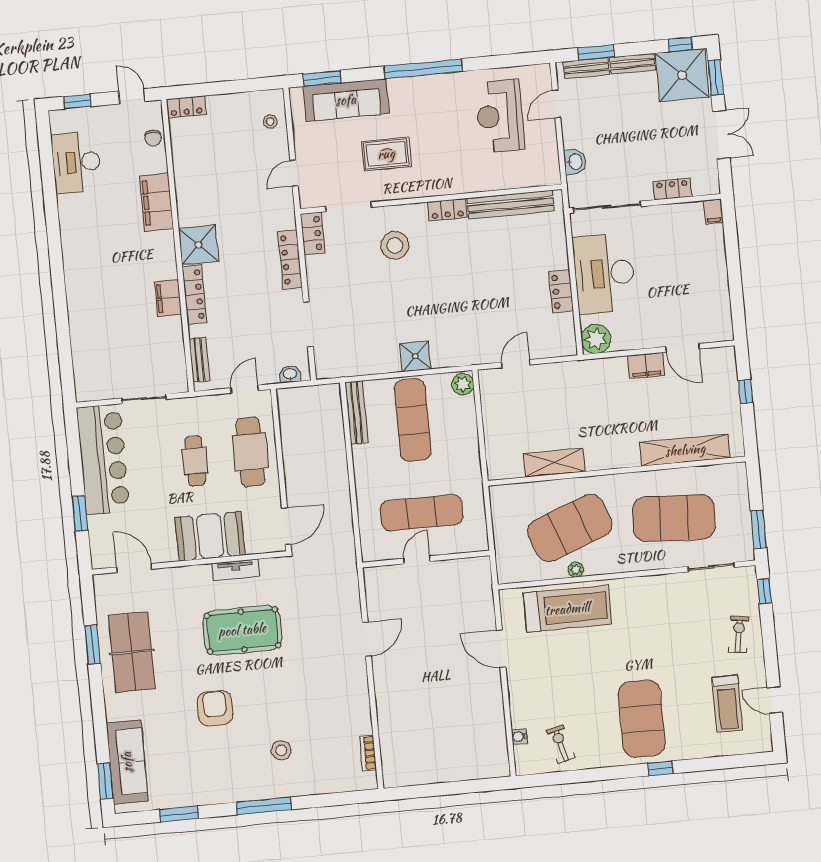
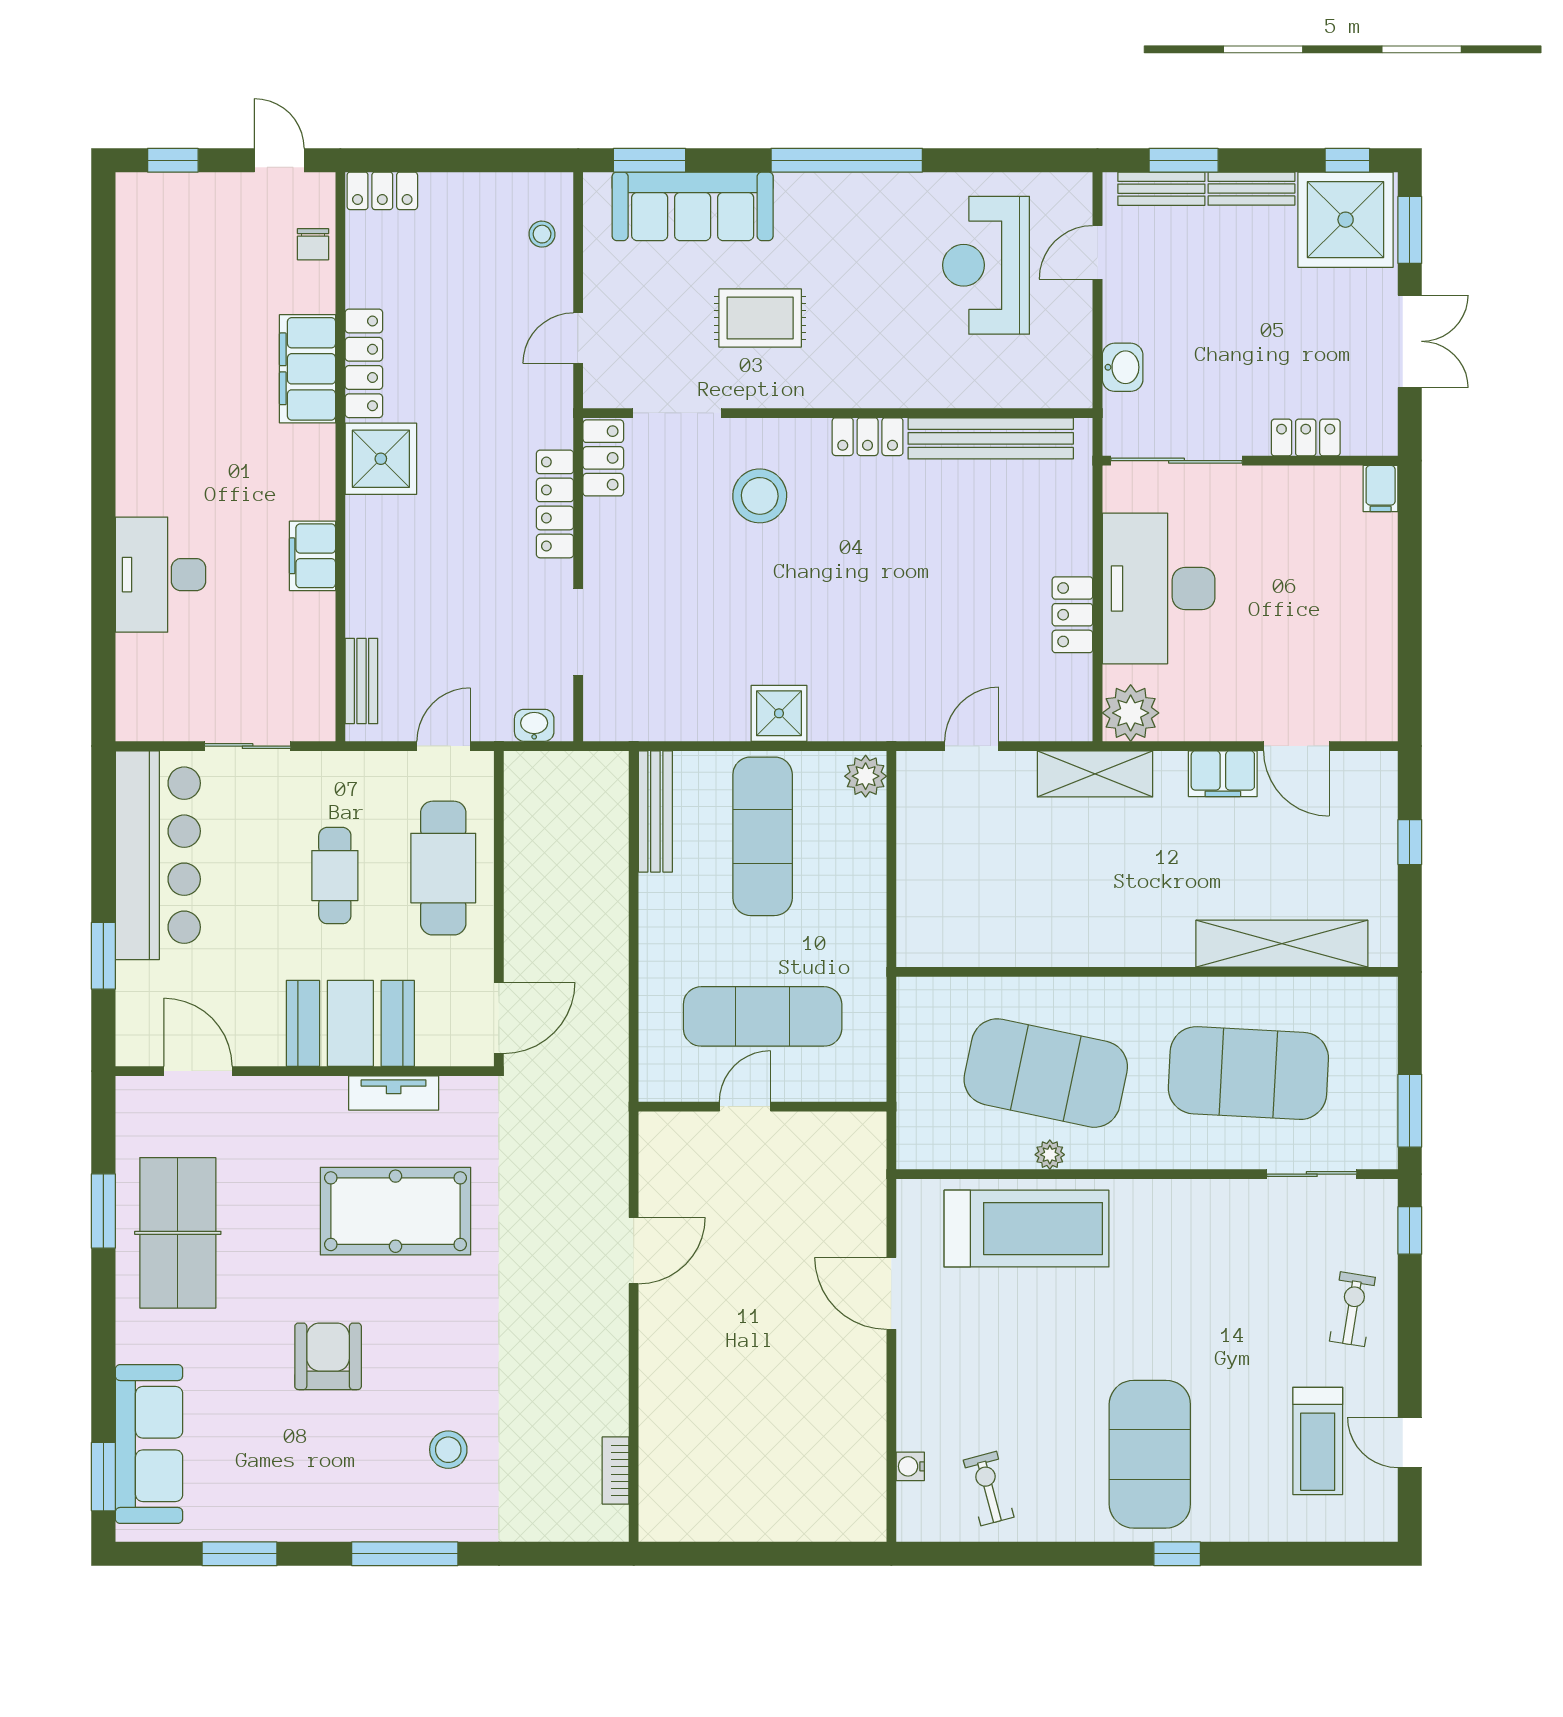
desk: (76, 162) -> (160, 575), moved
locker: (194, 294) -> (364, 363), moved
shelving: (554, 463) -> (1095, 774), moved
exercise mat: (570, 528) -> (1046, 1073), turned 33

